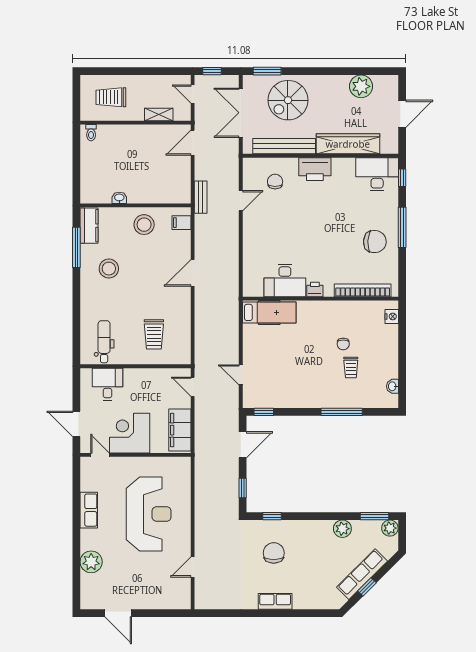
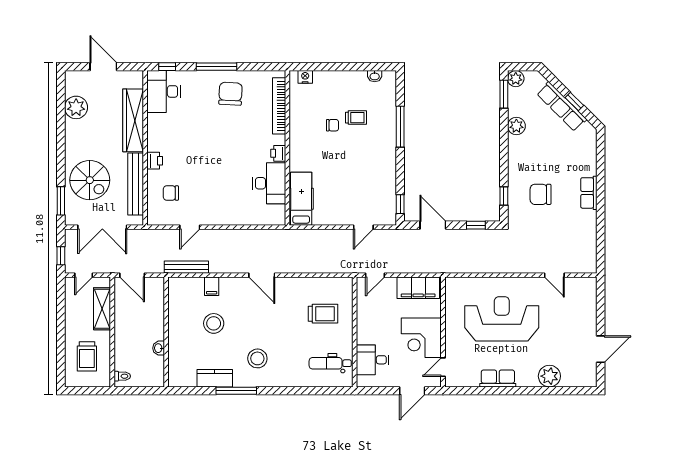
shelving: (159, 115) -> (102, 309), width x1.50, depth x1.33
printer: (315, 169) -> (155, 161), width x0.53, depth x0.68
bench: (201, 197) -> (186, 267), width x1.36
washbasin: (119, 198) -> (159, 348), moved
door: (241, 201) -> (190, 227), swing flipped
wall: (135, 205) -> (166, 332), moved

